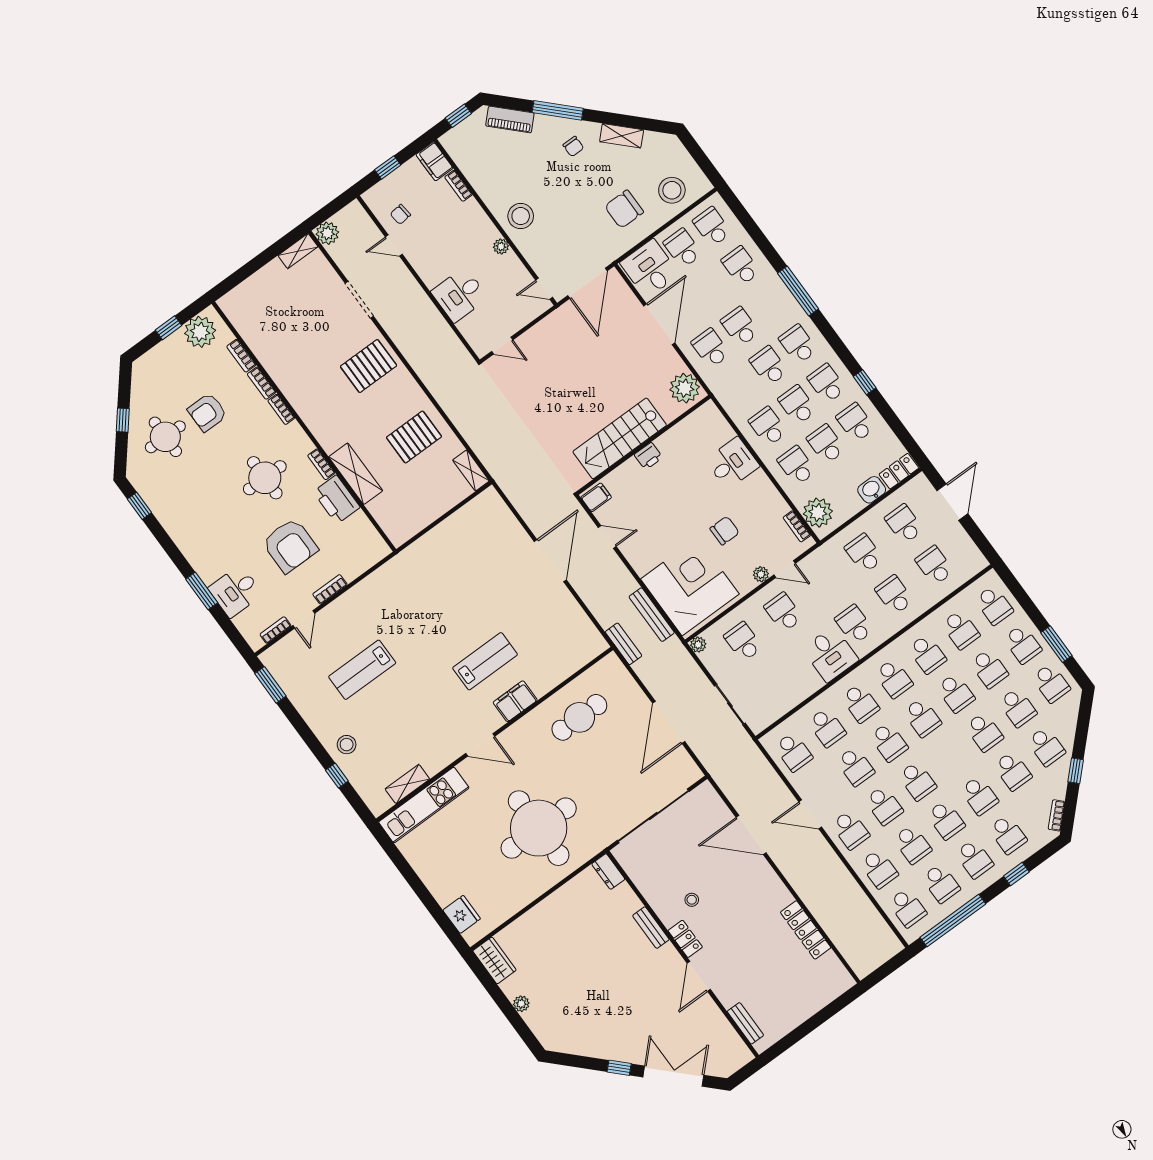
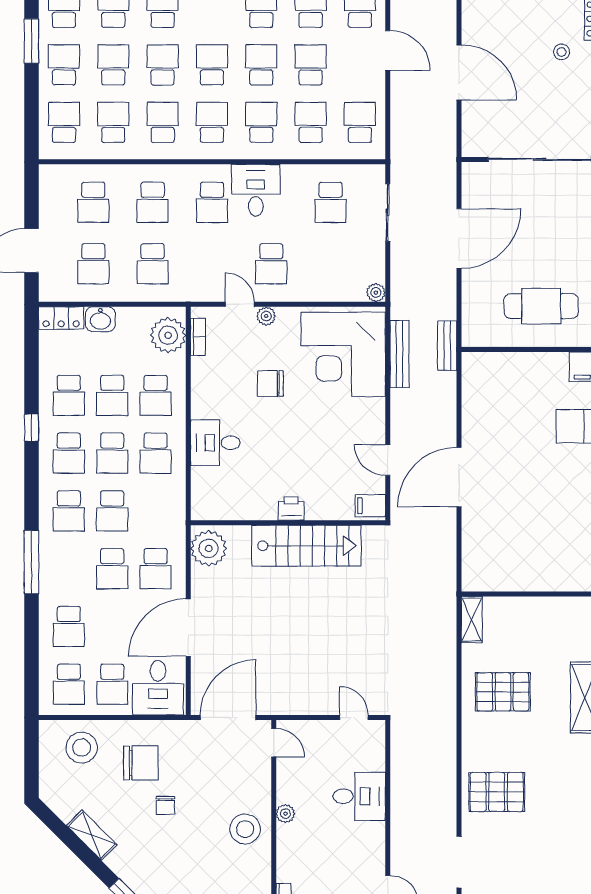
chair: (573, 146) -> (165, 805), moved, turned 180
school desk: (743, 642) -> (331, 202), moved

